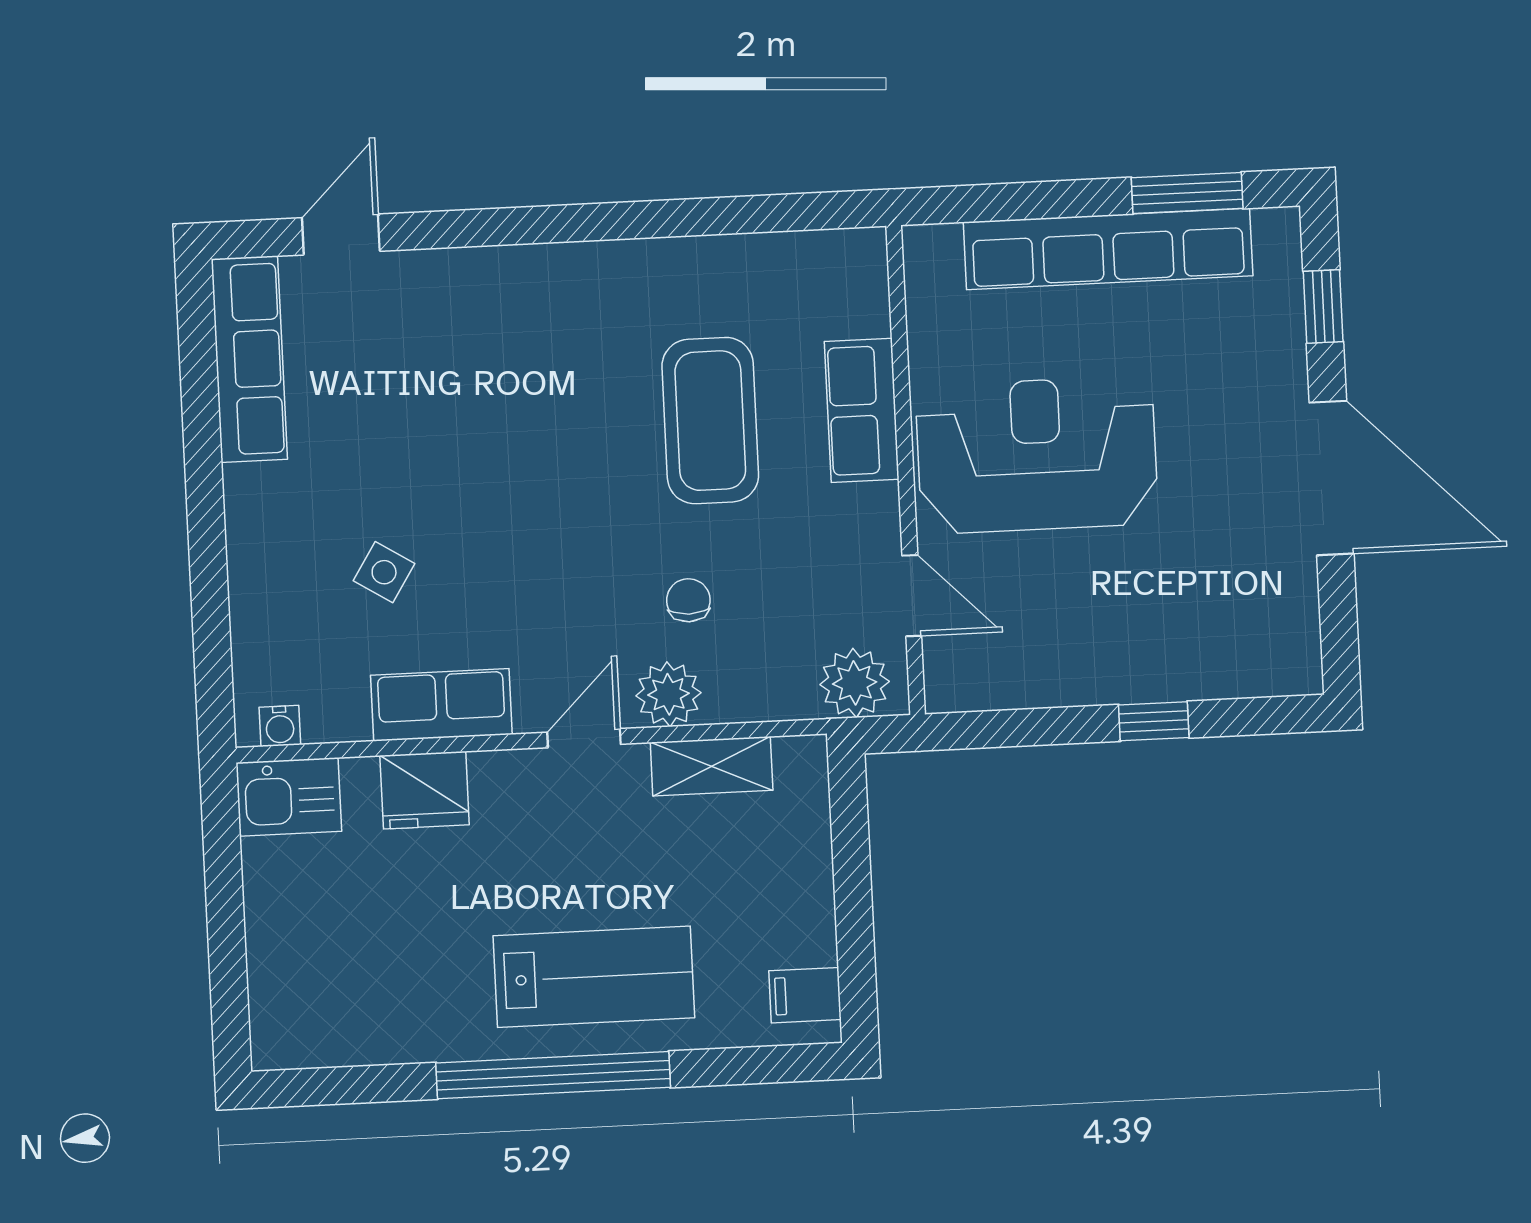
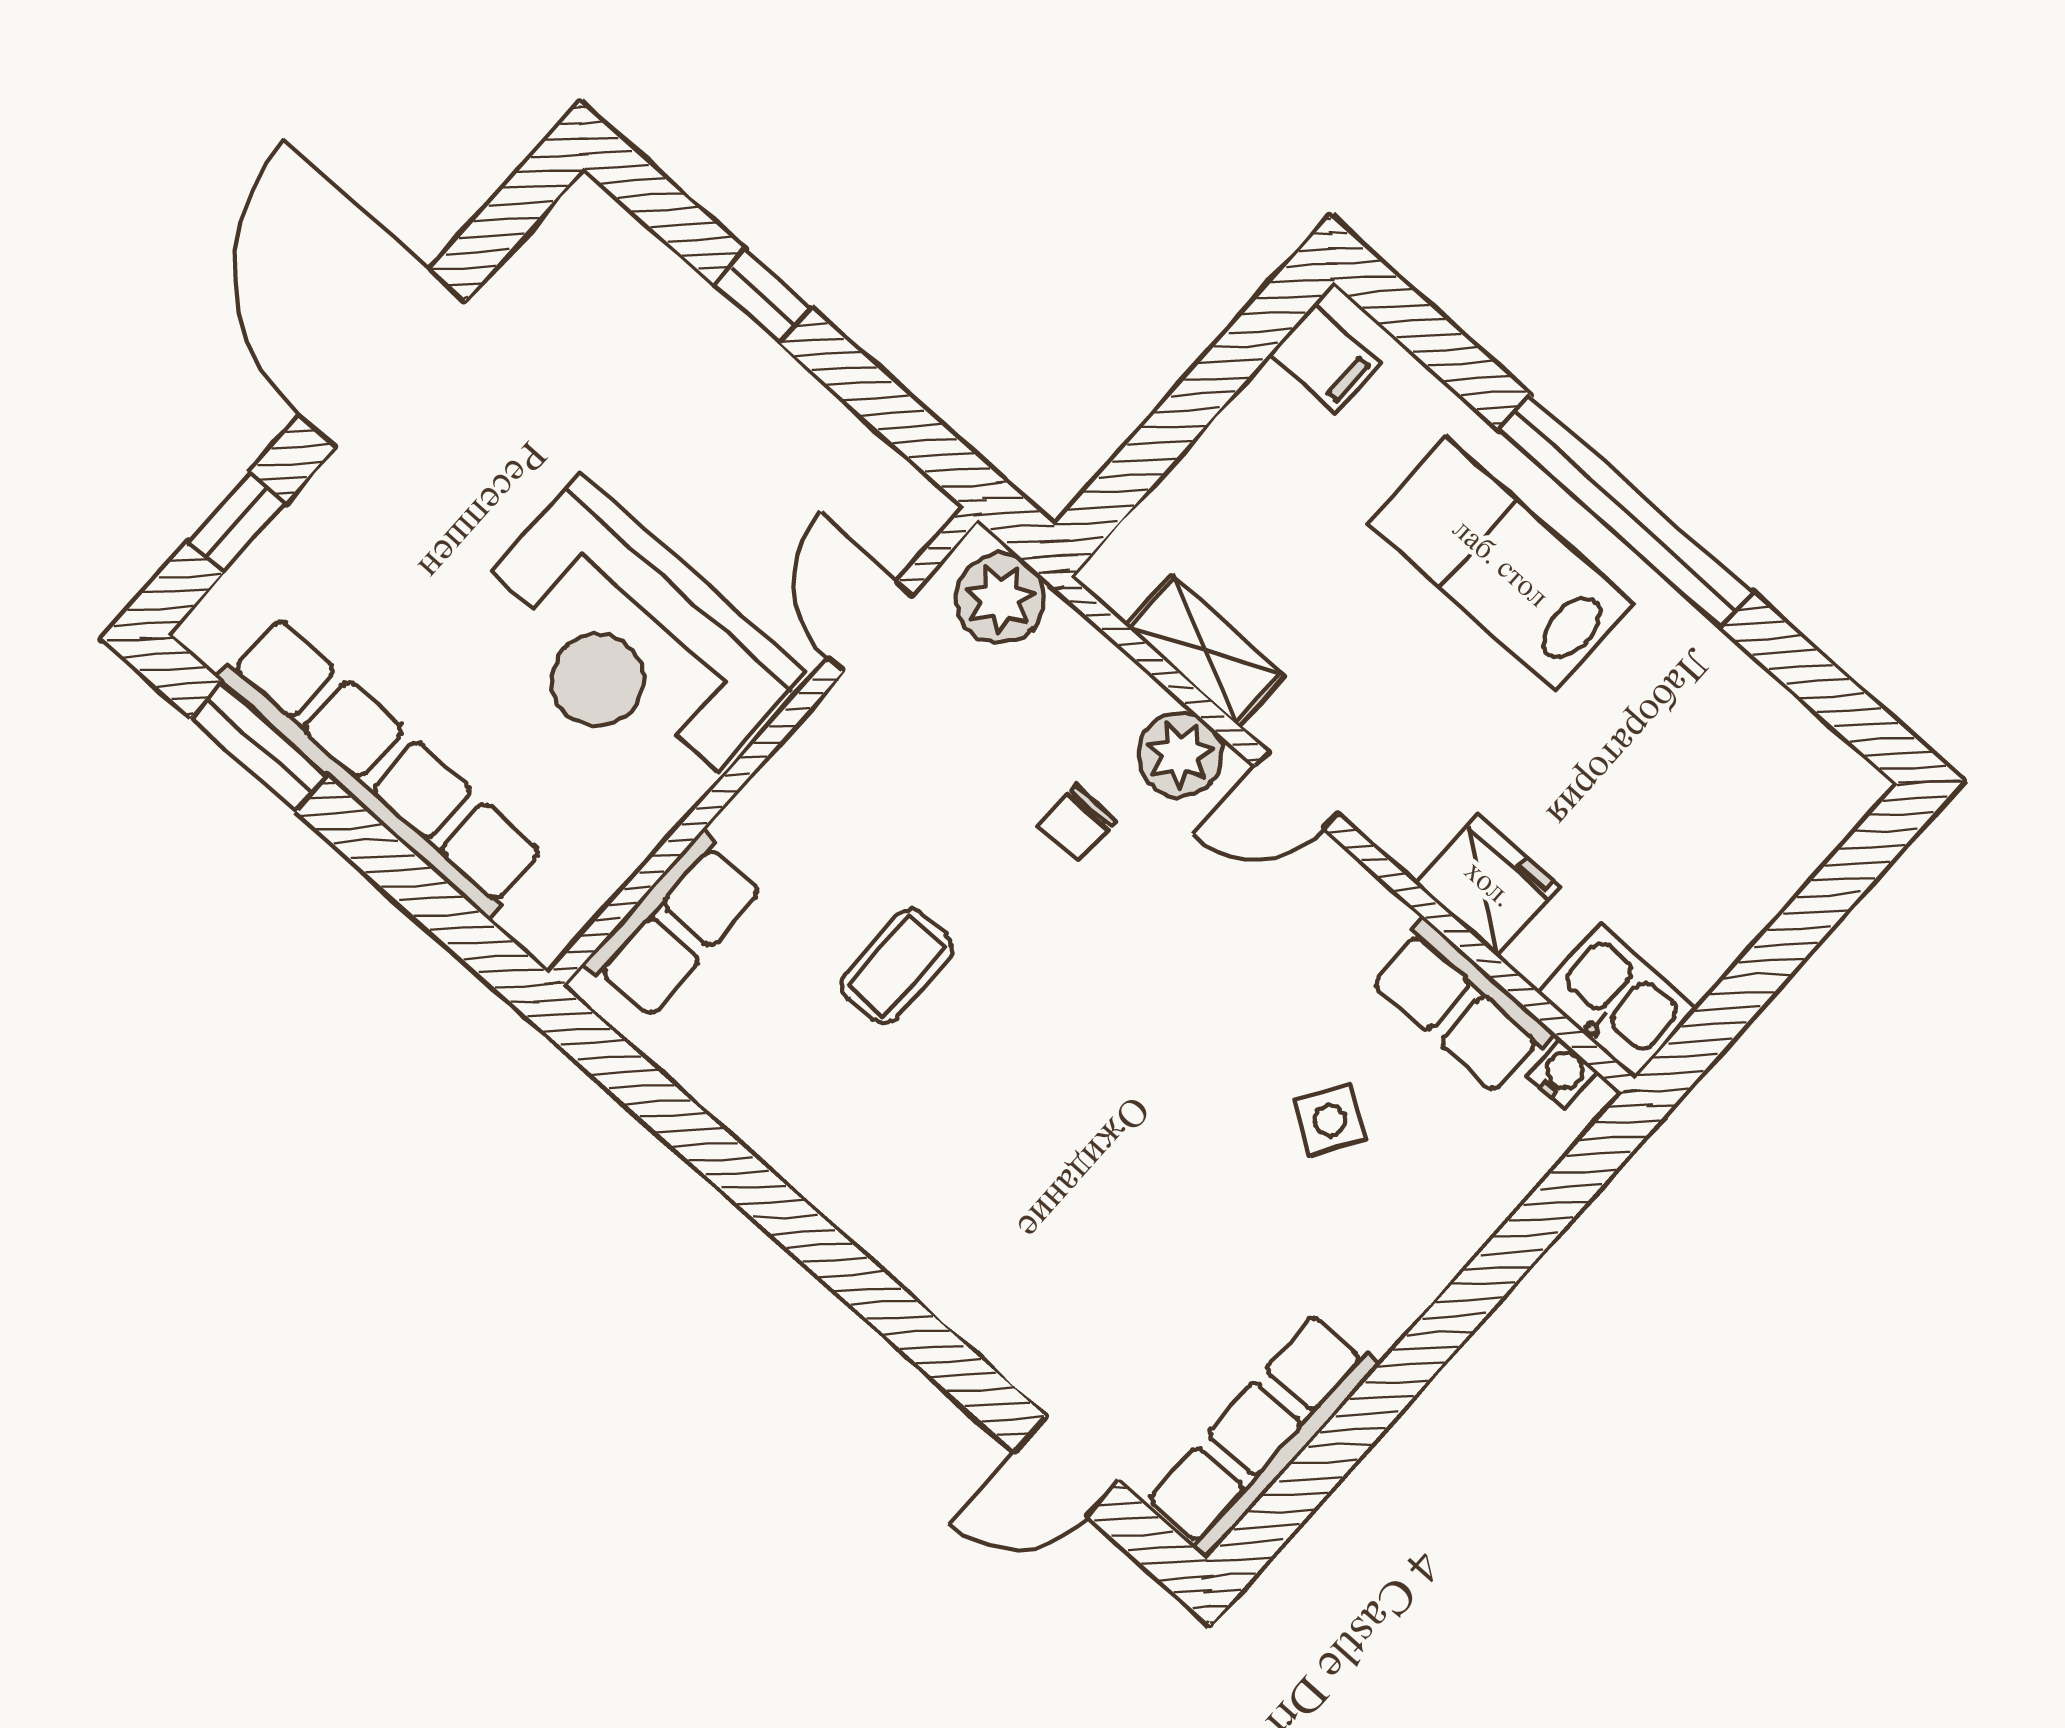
row of seats: (862, 410) -> (674, 926), moved
coffee table: (710, 421) -> (897, 966), width x0.54, depth x0.58
row of seats: (441, 705) -> (1461, 1006), moved

